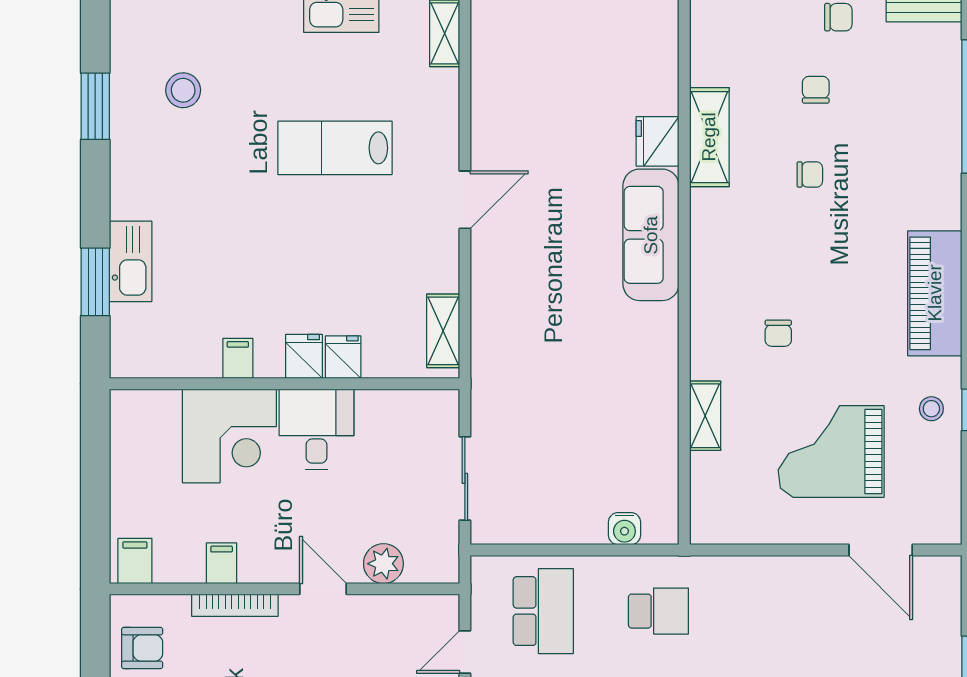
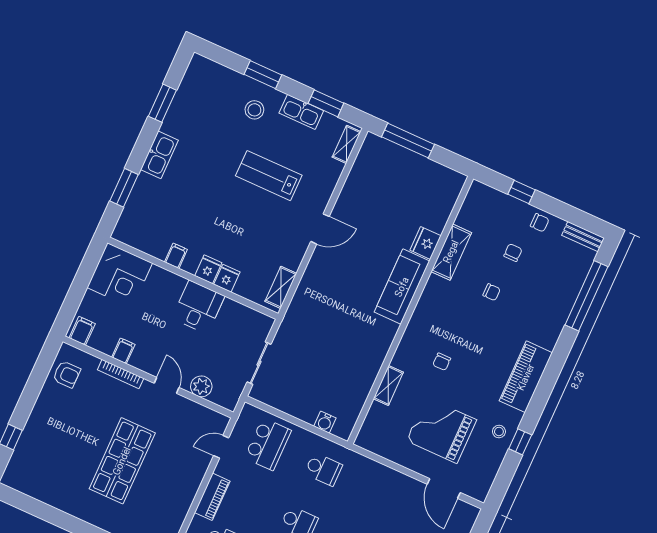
stool: (183, 90) -> (254, 110), moved
kitchen sink: (131, 261) -> (159, 155), moved
corner desk: (229, 436) -> (120, 275), moved

